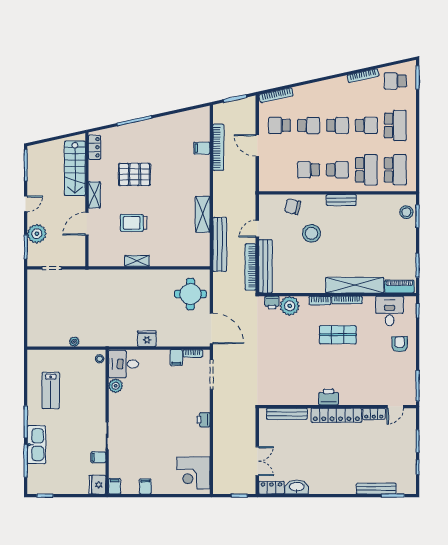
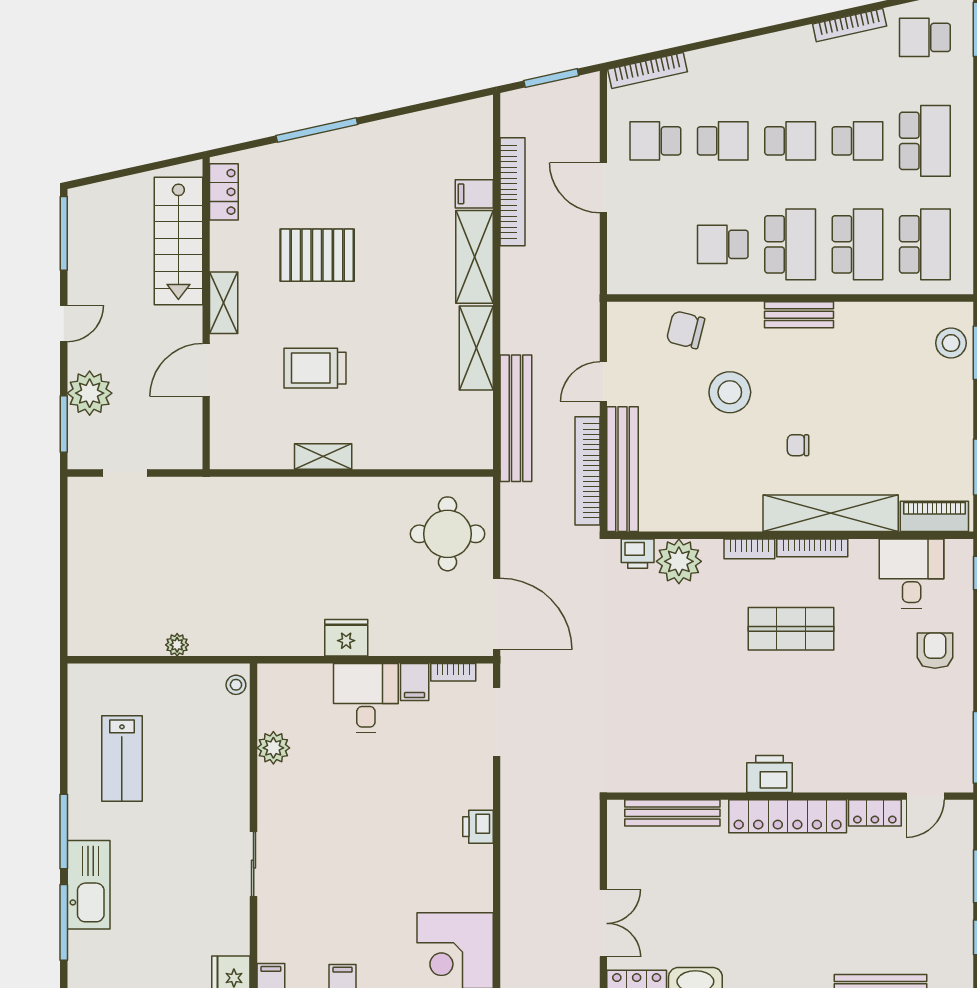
school desk: (337, 170) -> (790, 244), width x1.85
shelving: (202, 175) -> (474, 257), added
chair: (341, 256) -> (798, 445), added
desk: (124, 364) -> (366, 698), moved, turned 90
filing cabinet: (98, 457) -> (233, 914), removed

